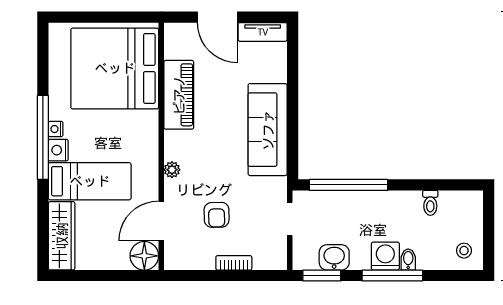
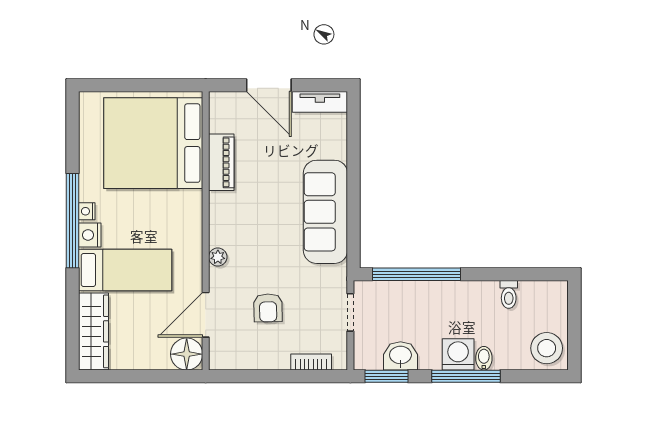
piano: (179, 95) -> (221, 162), width x0.73, depth x0.75
stool: (464, 251) -> (547, 348), width x1.89, depth x1.89
bookcase: (234, 263) -> (311, 362), moved

